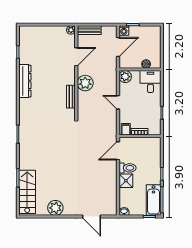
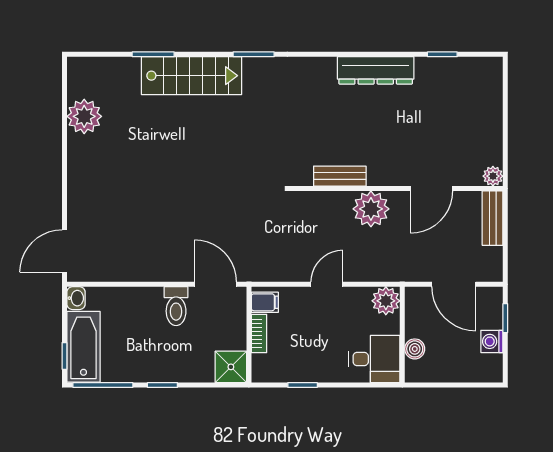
washing machine: (124, 30) -> (492, 341), moved
door: (76, 57) -> (432, 188), hinge flipped
shower: (126, 181) -> (231, 367), moved
stairs: (27, 192) -> (192, 76), moved
bathtub: (154, 200) -> (83, 347), moved, turned 90
plant: (55, 208) -> (84, 116), moved
door: (92, 216) -> (64, 251), moved

